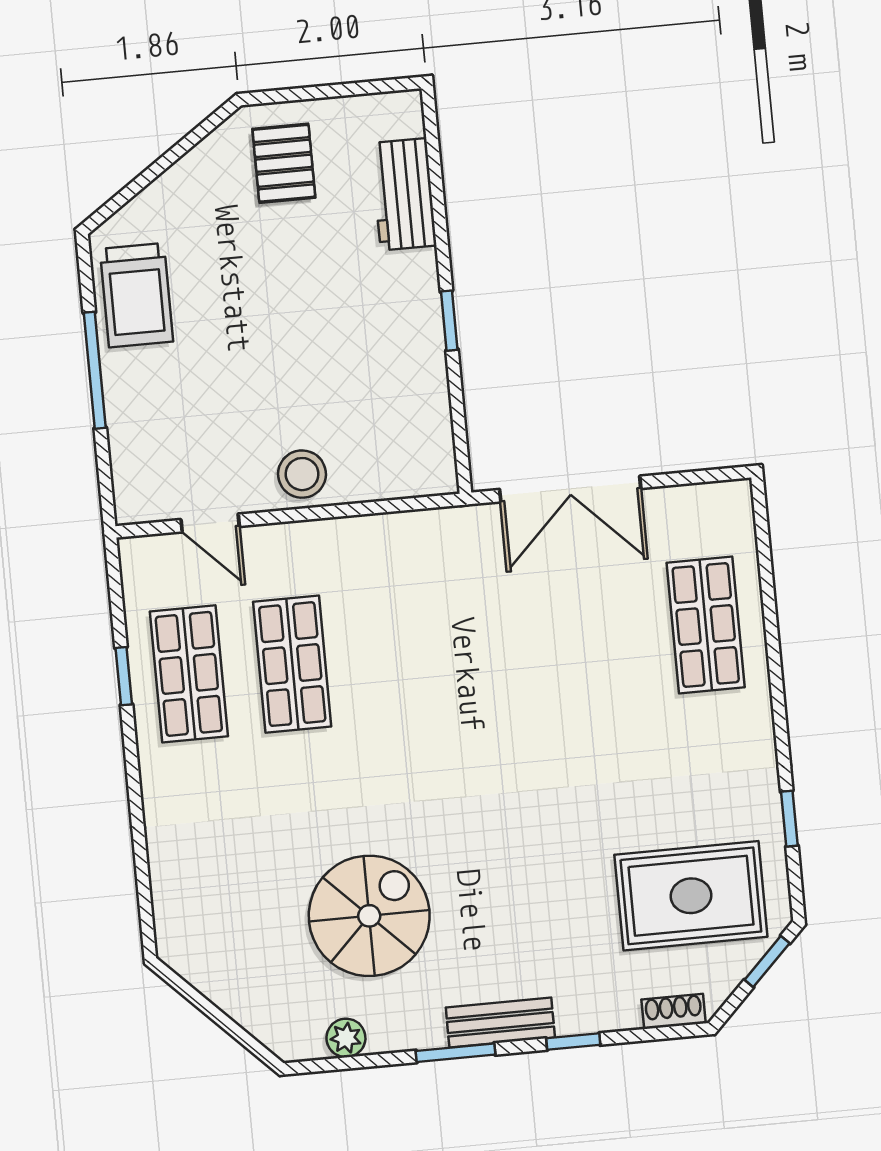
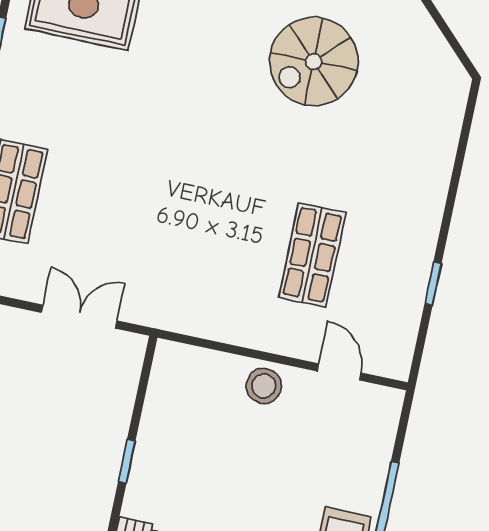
double door: (570, 489) -> (79, 317), width x0.73
shop shelf: (189, 674) -> (387, 271), removed

